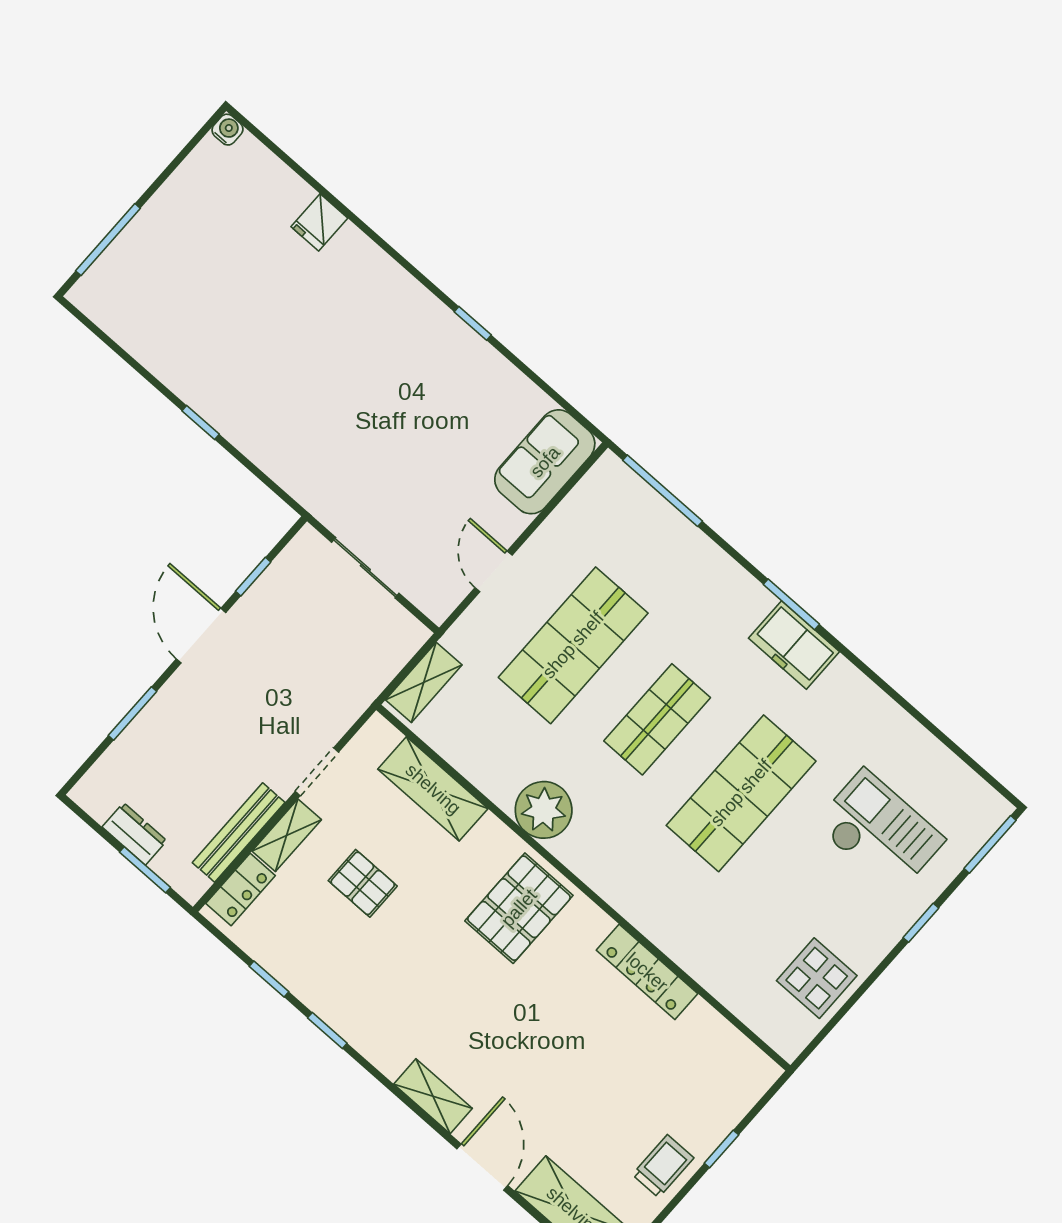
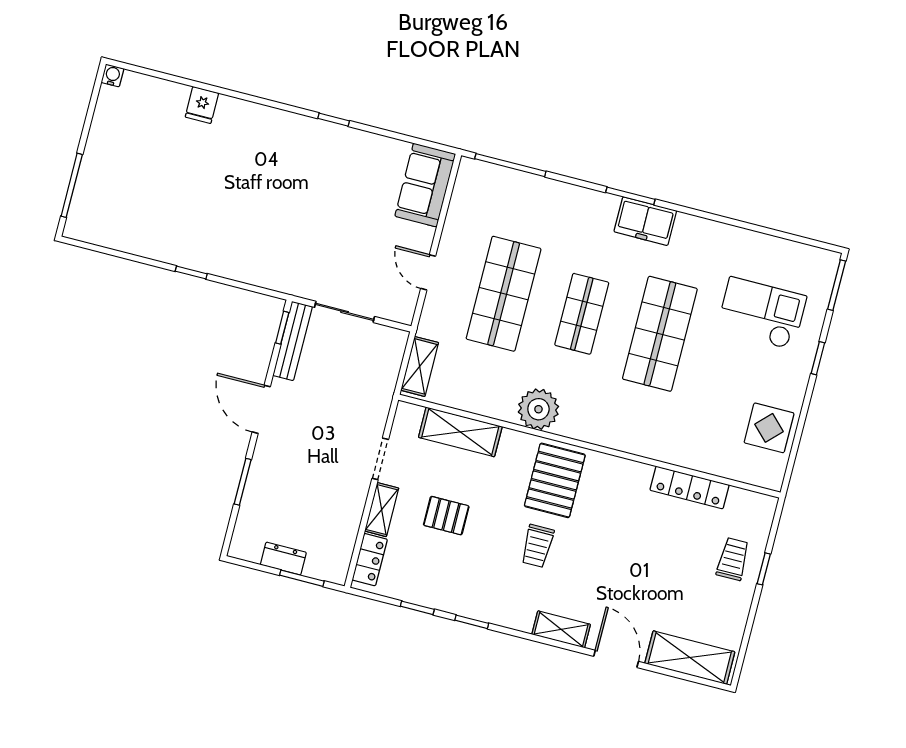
window: (253, 577) -> (282, 328), moved
bench: (239, 832) -> (293, 341), moved
locker: (647, 972) -> (690, 488), moved
trolley: (456, 978) -> (537, 546), added
trolley: (663, 1166) -> (733, 559), moved

